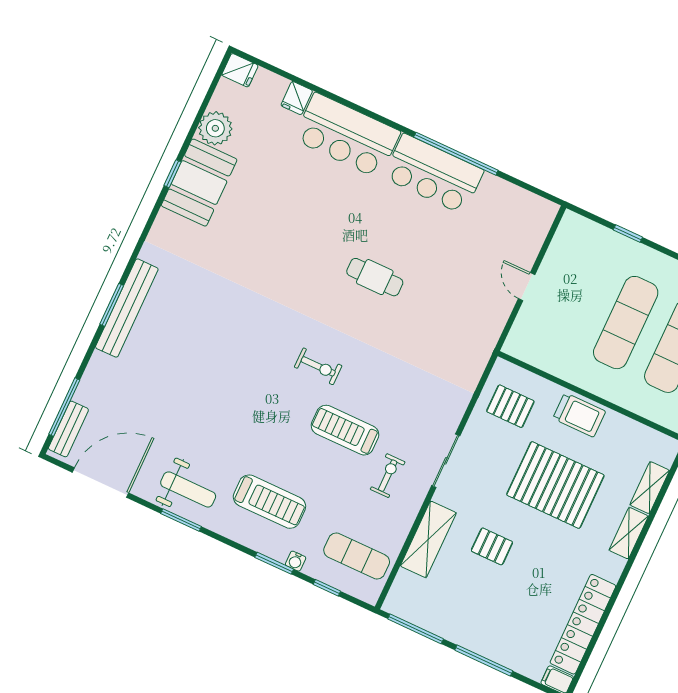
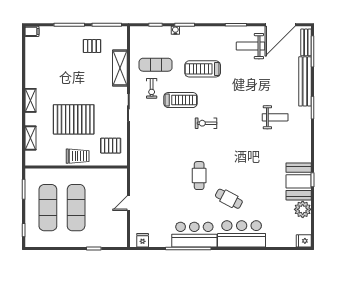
fridge: (297, 98) -> (143, 240), moved
cafe table: (340, 210) -> (229, 199), added
cafe table: (375, 277) -> (199, 176), turned 90
door: (527, 287) -> (128, 203), swing flipped
bench: (127, 308) -> (305, 81), moved
weight bench: (188, 319) -> (275, 117), added
trolley: (579, 415) -> (78, 156), turned 180
weight bench: (188, 489) -> (251, 46), moved
treadmill: (269, 502) -> (203, 69), moved
shelving: (629, 533) -> (30, 100), moved
pallet: (492, 546) -> (92, 46), moved
exercise mat: (357, 556) -> (156, 65), moved
locker: (583, 624) -> (32, 62), removed

